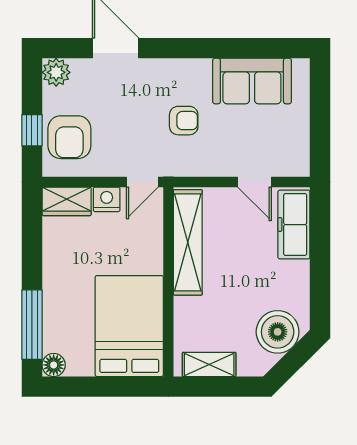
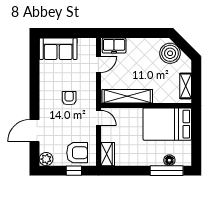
sofa: (252, 81) -> (58, 49), moved, turned 90
nightstand: (107, 199) -> (107, 135), removed
freezer: (294, 225) -> (114, 45), width x0.71
floor lamp: (54, 365) -> (169, 160), moved

